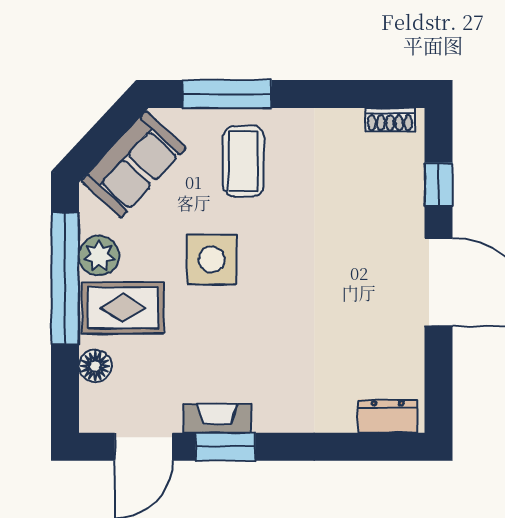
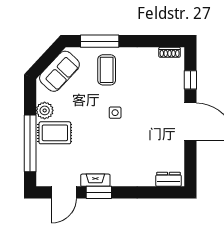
side table: (212, 259) -> (115, 113), moved, width x0.54, depth x0.54
window: (65, 278) -> (30, 143), moved
floor lamp: (95, 366) -> (43, 158), removed

